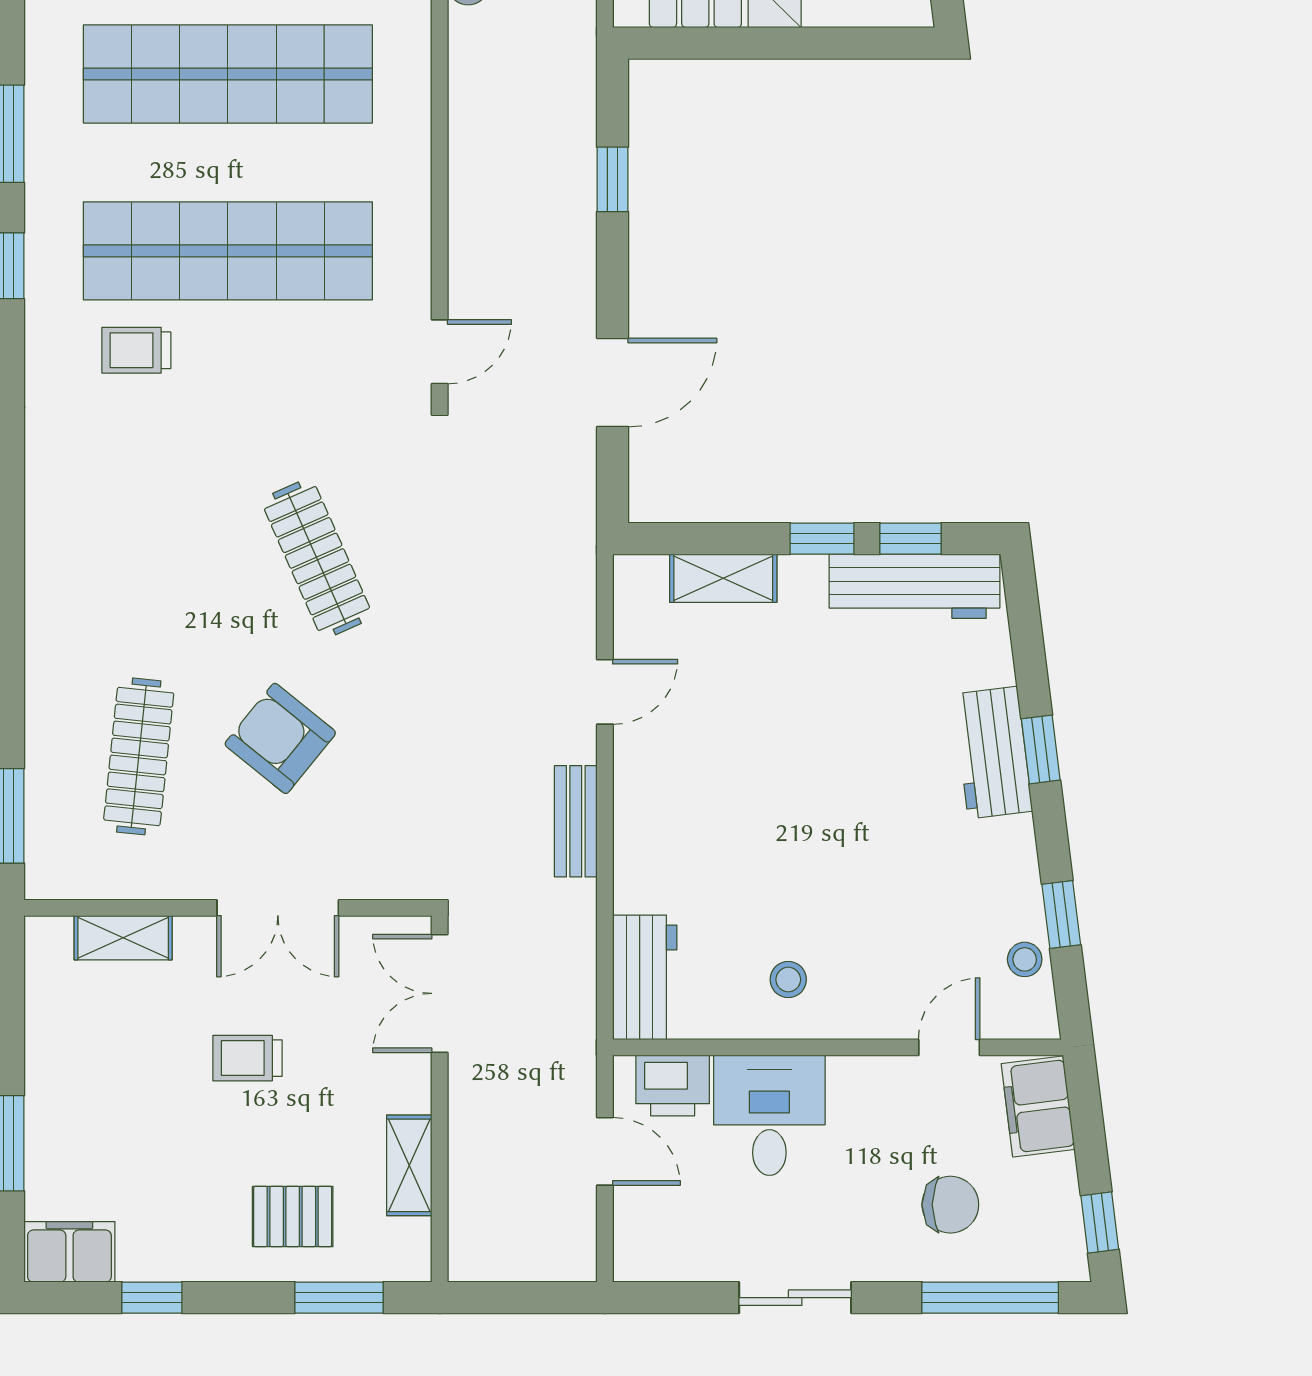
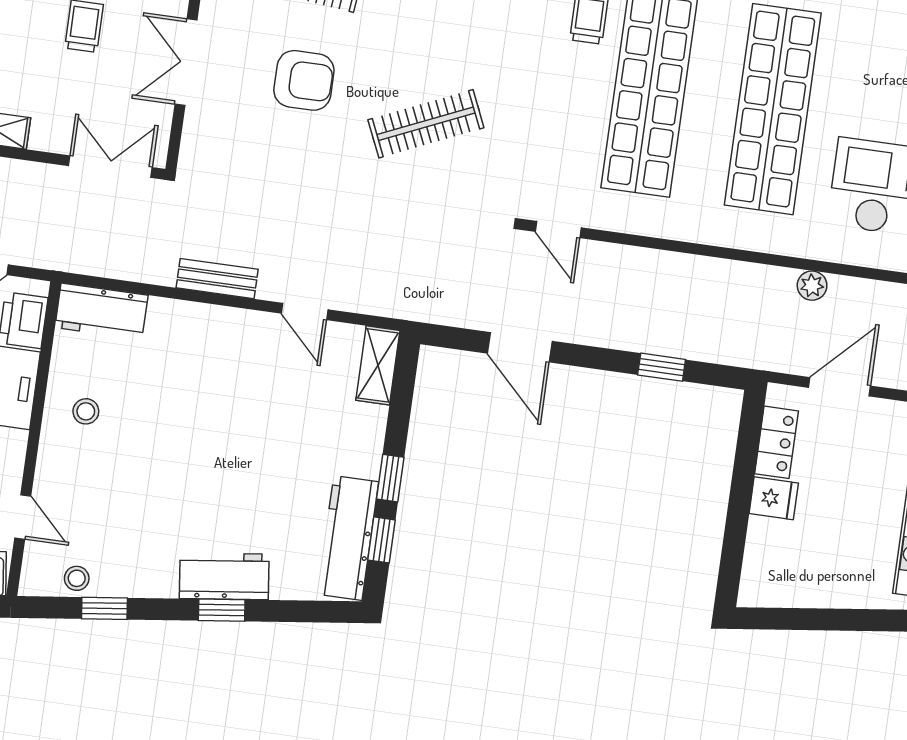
shelving: (723, 578) -> (378, 365), moved
armchair: (280, 738) -> (304, 80), turned 51

